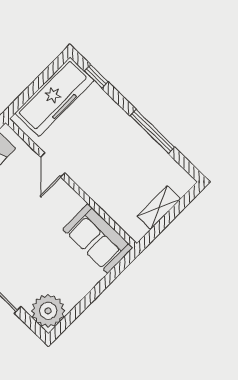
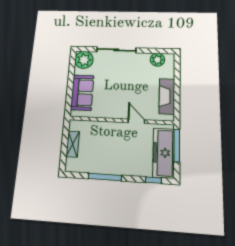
window: (30, 91) -> (177, 145), added
sofa: (98, 239) -> (82, 93), moved, turned 90

